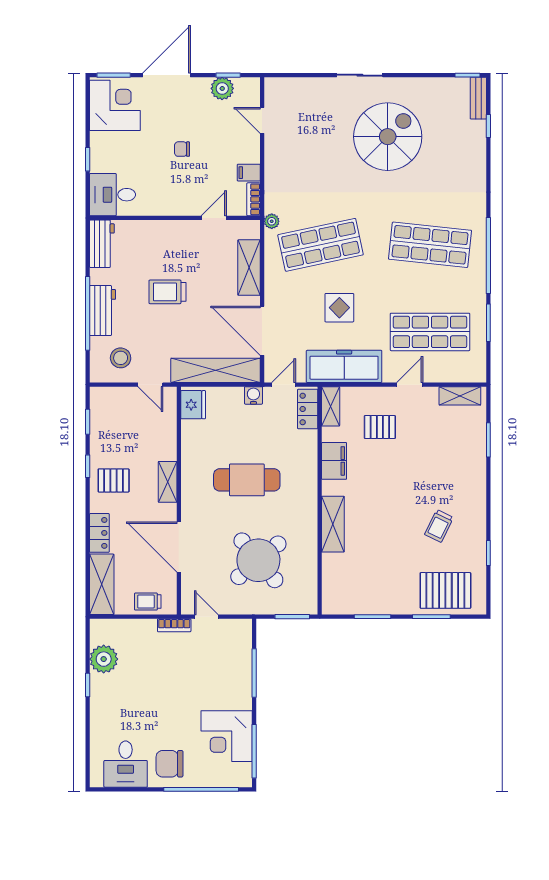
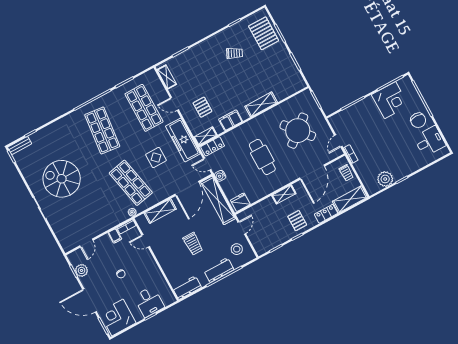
desk: (112, 195) -> (149, 302), moved

